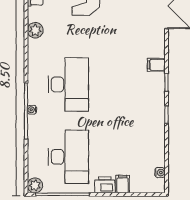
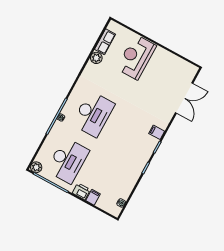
plant: (35, 30) -> (96, 58), moved

